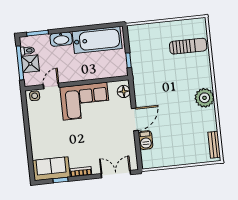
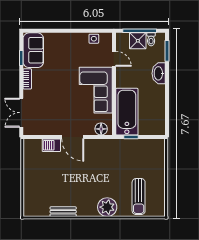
bathtub: (97, 40) -> (127, 112), moved, turned 180
side table: (35, 96) -> (94, 39), moved
plant: (205, 98) -> (107, 207), moved
bench: (214, 145) -> (63, 212), moved
double door: (116, 174) -> (21, 113), swing flipped

